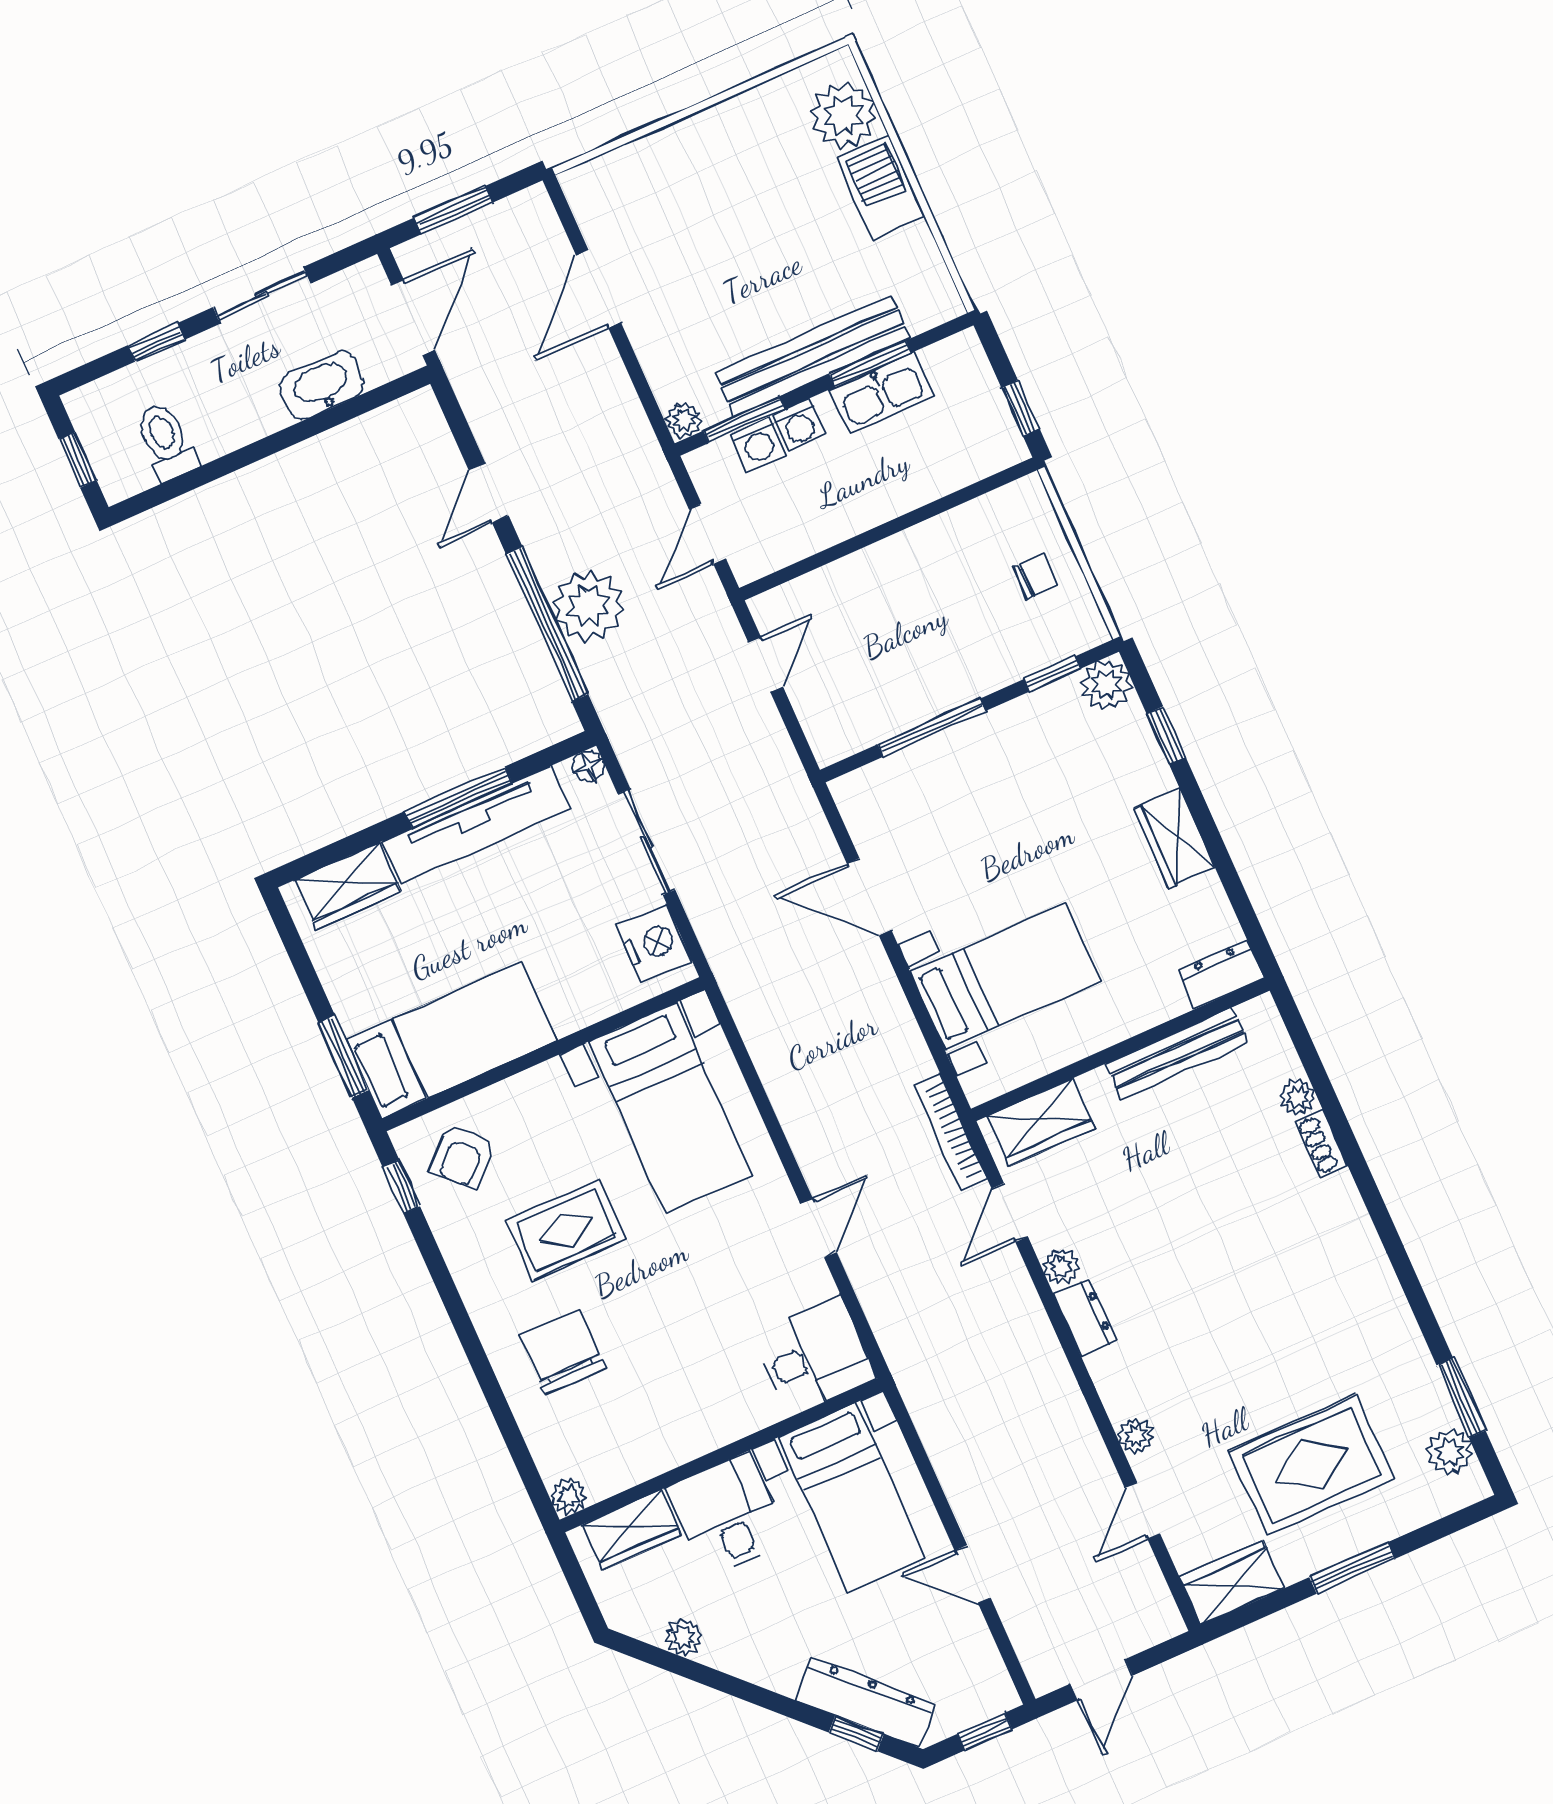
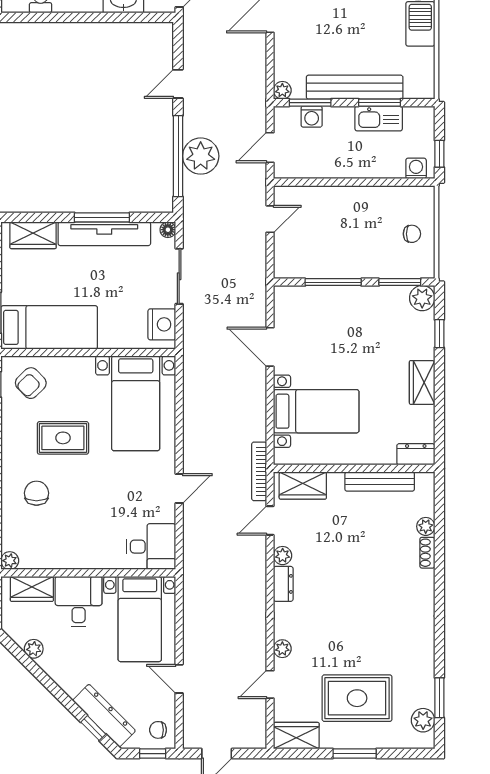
washing machine: (799, 425) -> (416, 168), moved, turned 180
window: (1053, 674) -> (400, 282), width x1.50
chair: (563, 1352) -> (36, 493), width x0.73, depth x0.73
chair: (975, 1684) -> (158, 730), added

